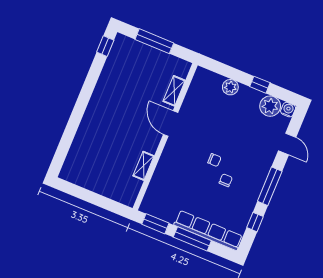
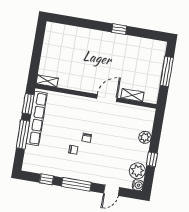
window: (105, 46) -> (119, 29), moved
shelving: (143, 166) -> (47, 81), moved
row of seats: (208, 231) -> (37, 118), moved

